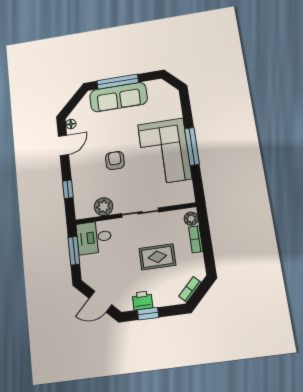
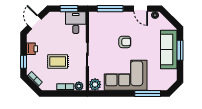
window: (118, 82) -> (180, 50), width x0.69
window: (192, 146) -> (148, 94), moved
window: (68, 189) -> (110, 9), width x2.17
plant: (104, 207) -> (95, 84), moved
rug: (157, 257) -> (58, 61), turned 90
window: (148, 314) -> (23, 62), moved

